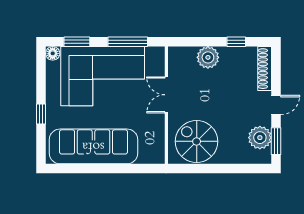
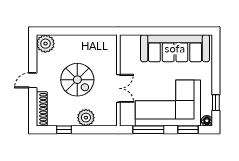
window: (41, 114) -> (216, 103), moved
plant: (260, 138) -> (45, 44), moved
spiral stairs: (197, 141) -> (77, 80), moved
window: (276, 141) -> (33, 52), removed

